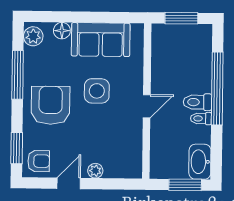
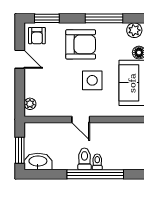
toilet: (201, 118) -> (97, 162), moved
plant: (95, 171) -> (30, 104), moved

